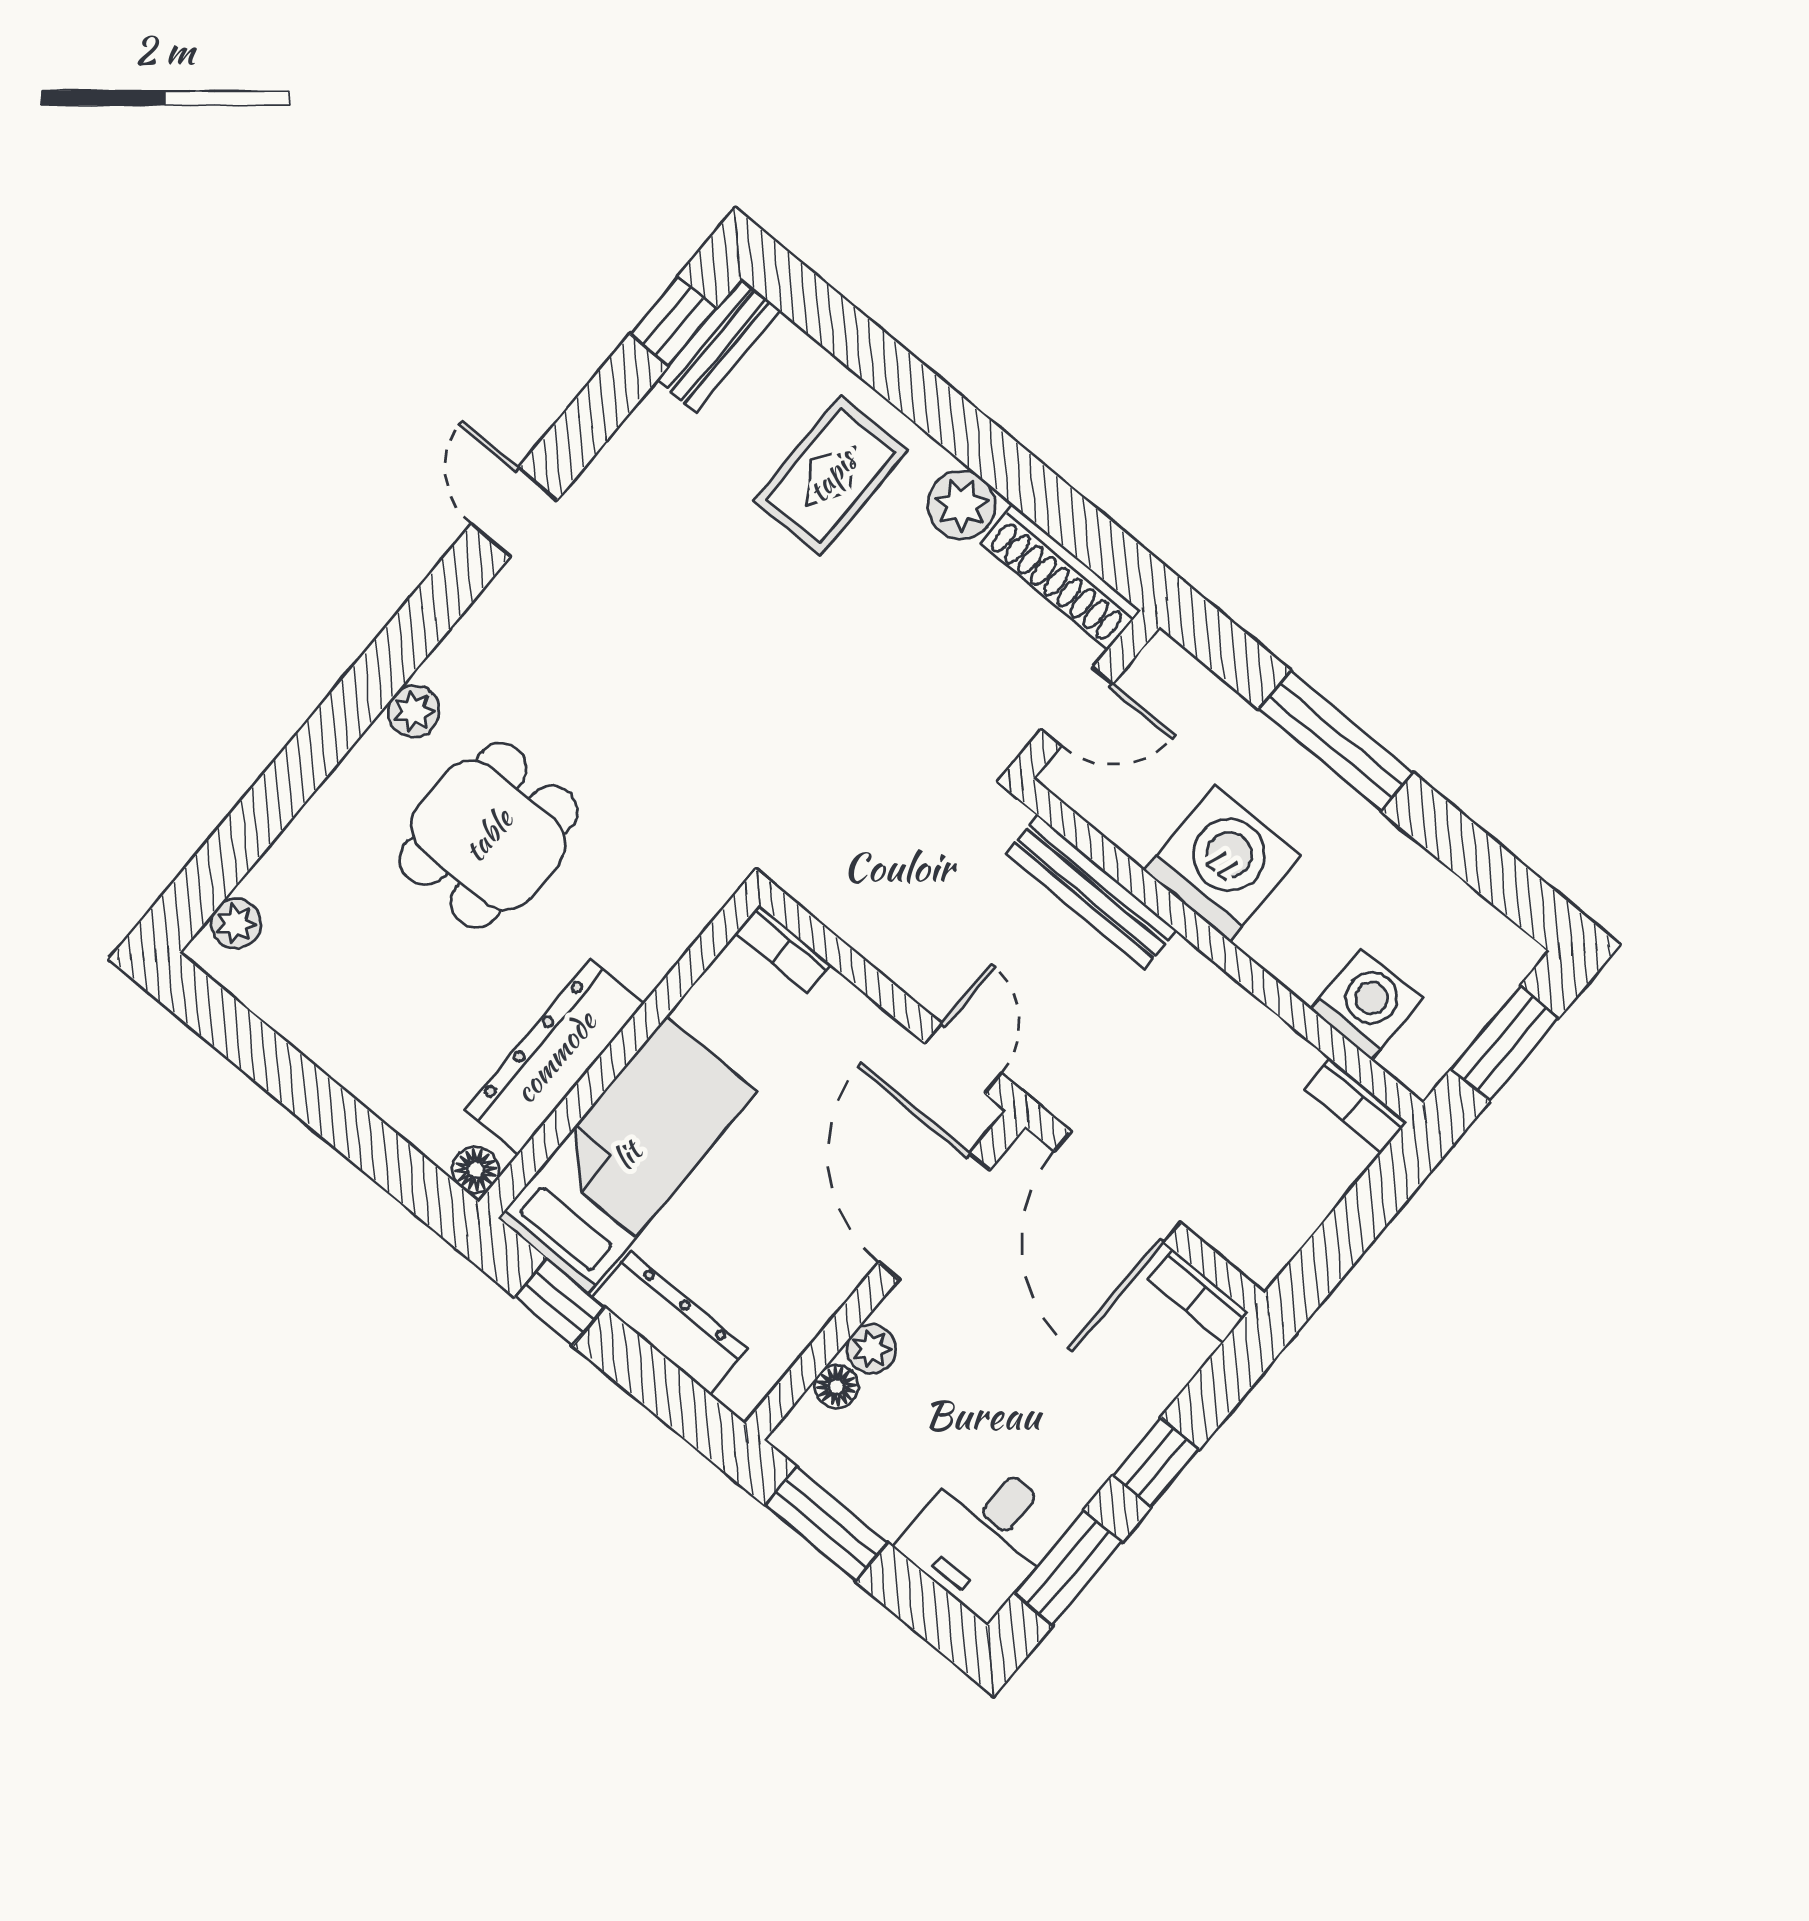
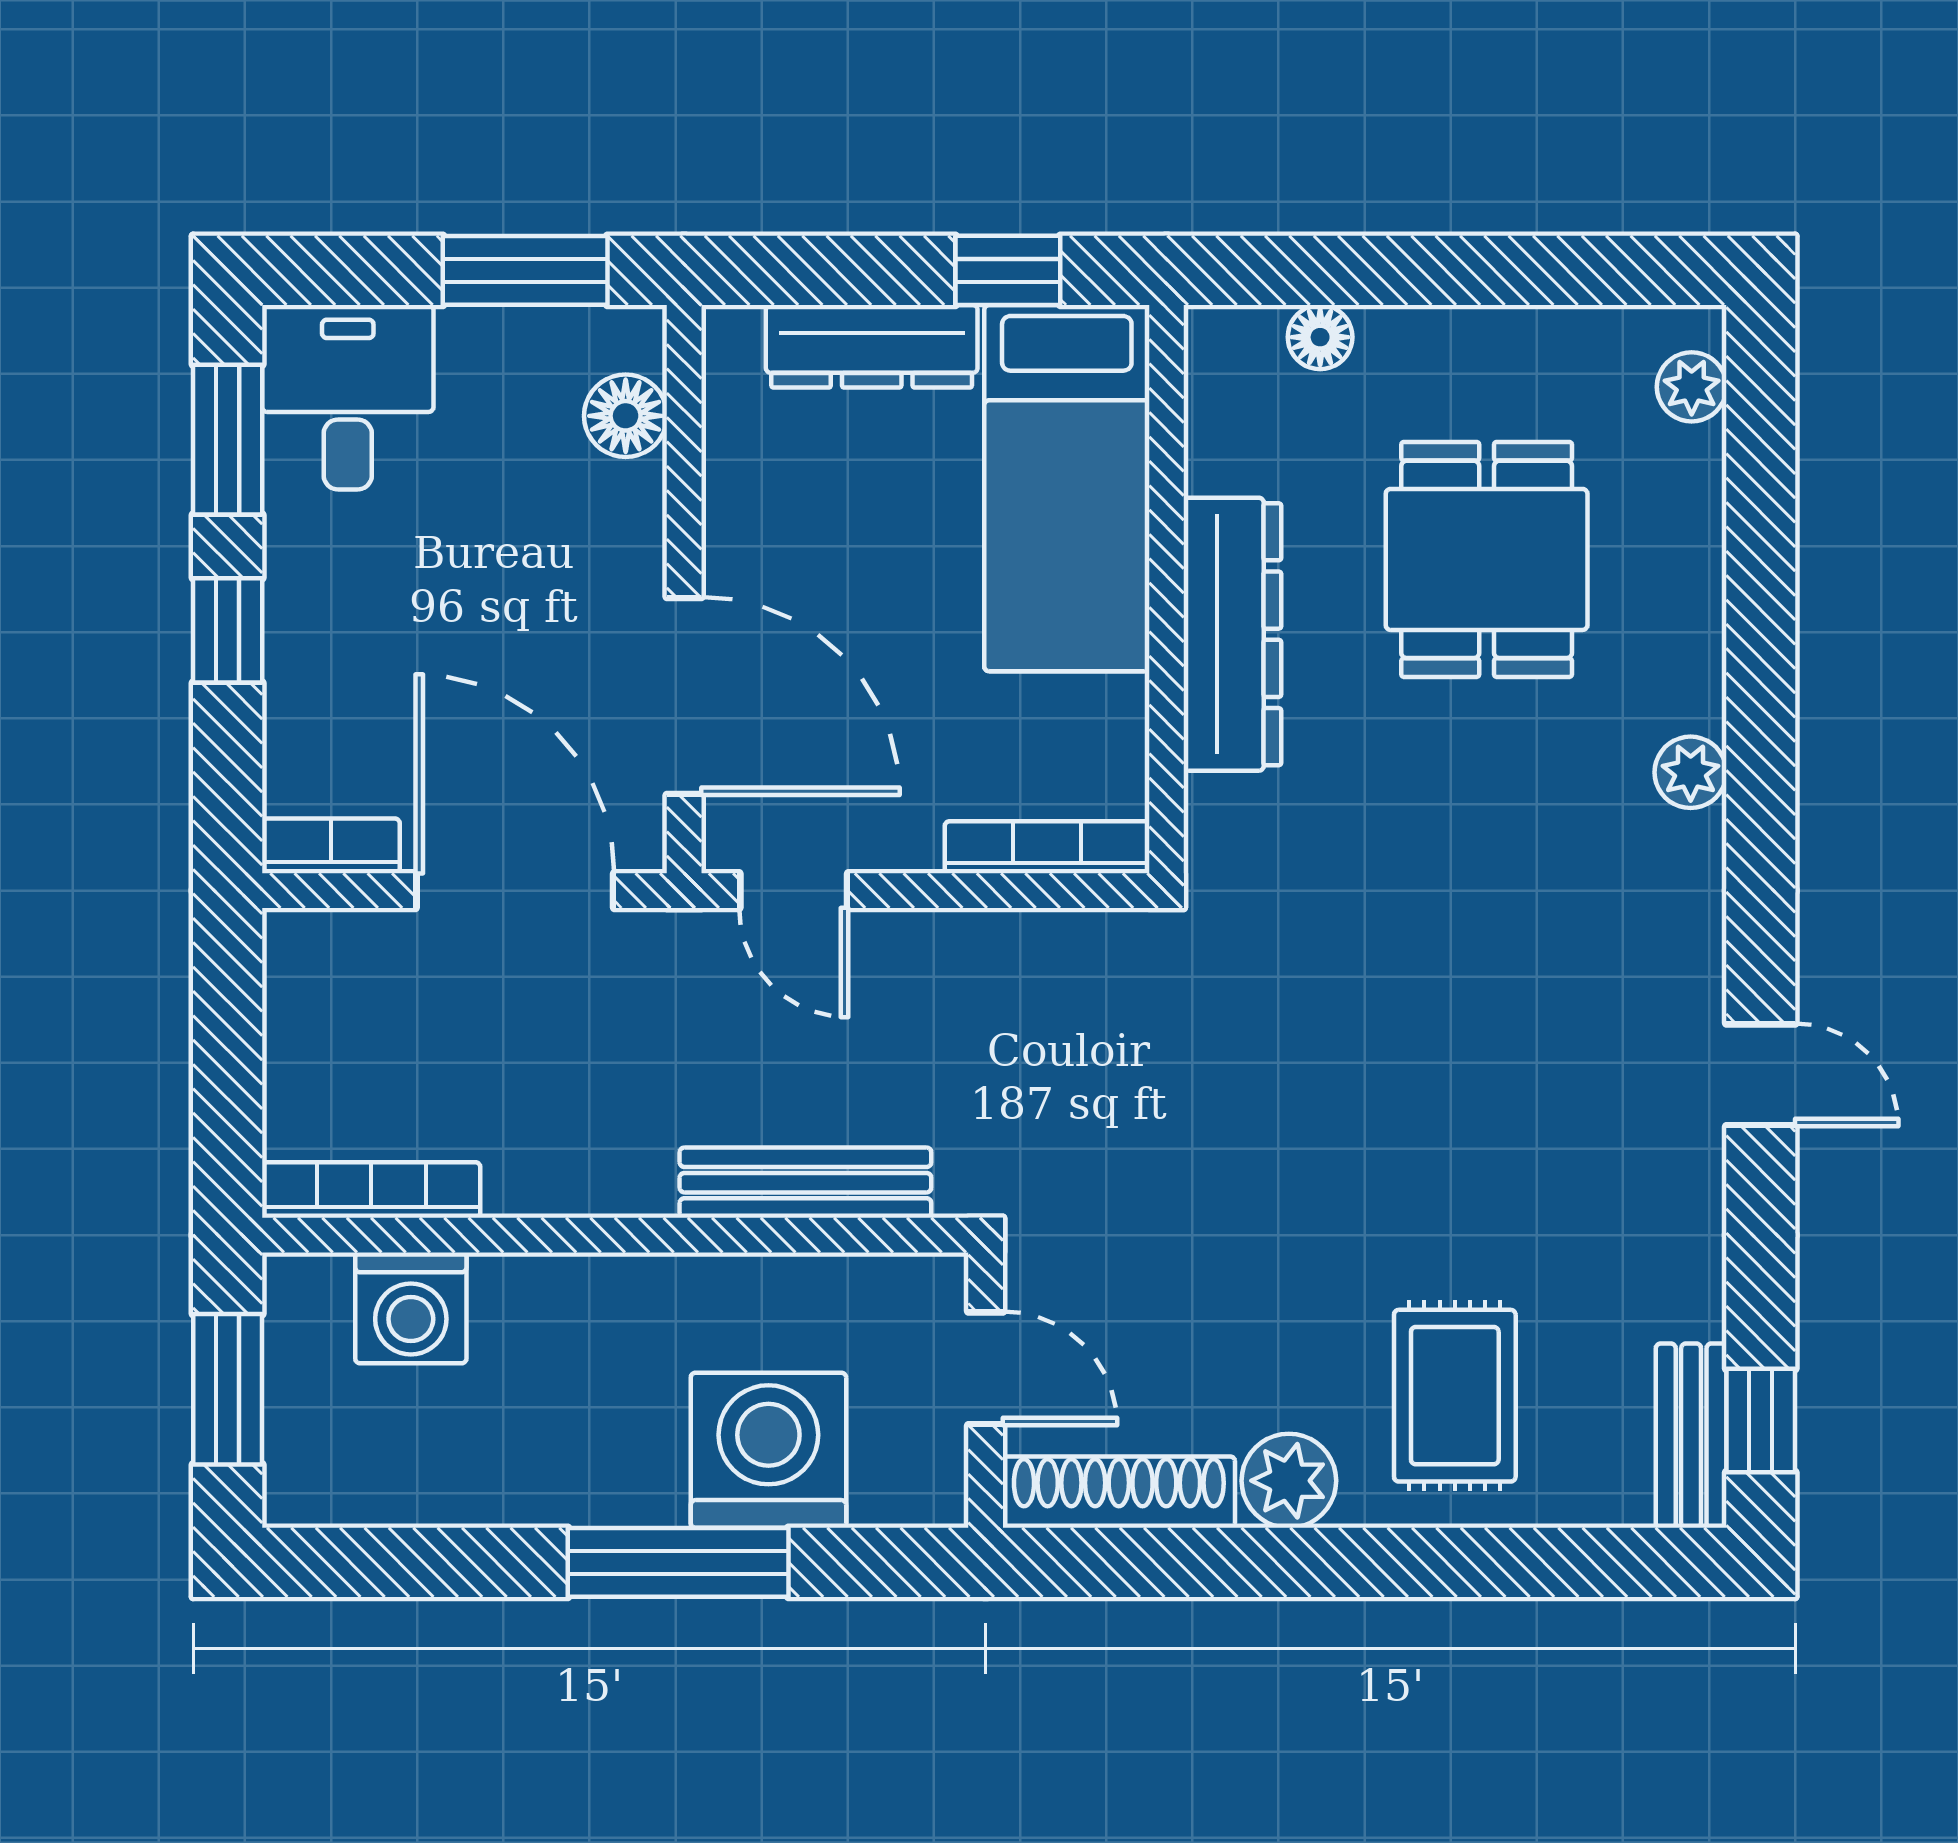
door: (1077, 706) -> (986, 1368), swing flipped
dining table: (488, 835) -> (1487, 559), moved
washing machine: (1222, 863) -> (768, 1450), moved, turned 180
bookcase: (783, 949) -> (1047, 847), width x1.56
dresser: (555, 1057) -> (1232, 634), moved
bookcase: (1356, 1106) -> (371, 1190), width x1.56
floor lamp: (476, 1170) -> (1320, 337), moved
plant: (871, 1349) -> (633, 498), removed
floor lamp: (837, 1386) -> (626, 416), width x1.37, depth x1.37

